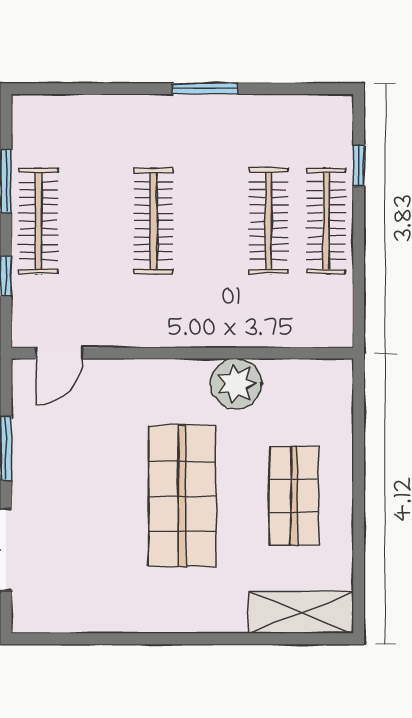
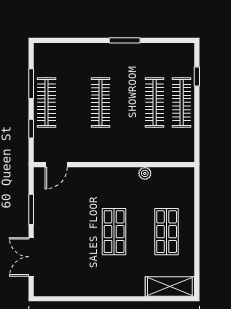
plant: (236, 384) -> (145, 173), width x0.53, depth x0.53
shop shelf: (182, 496) -> (114, 232), width x0.70, depth x0.74

